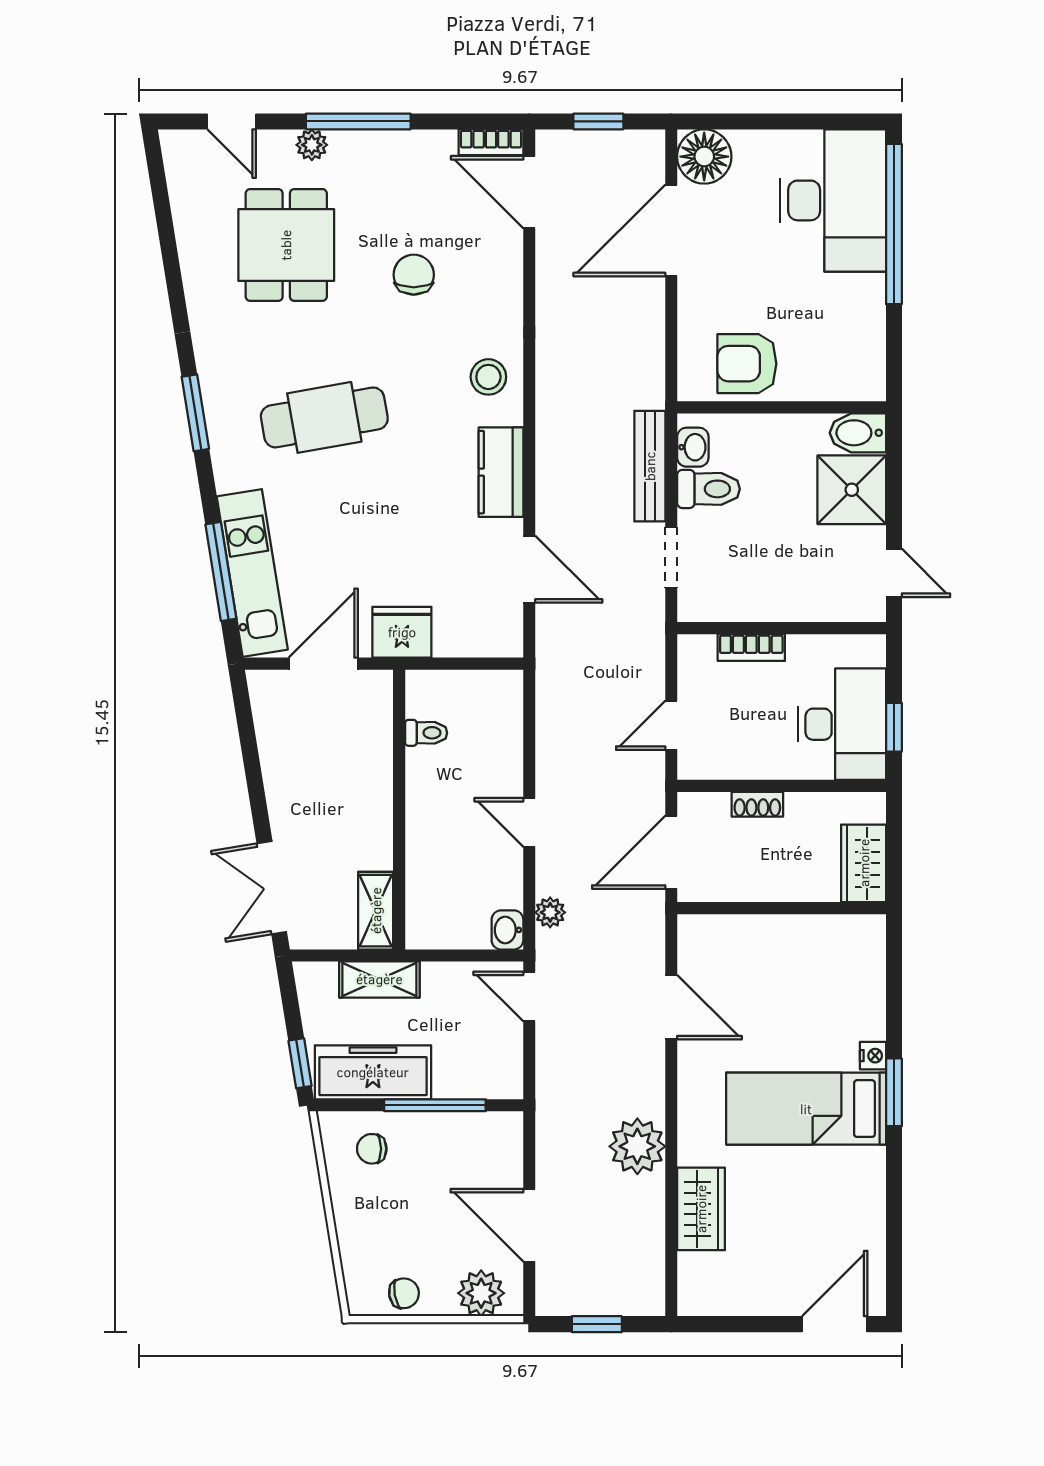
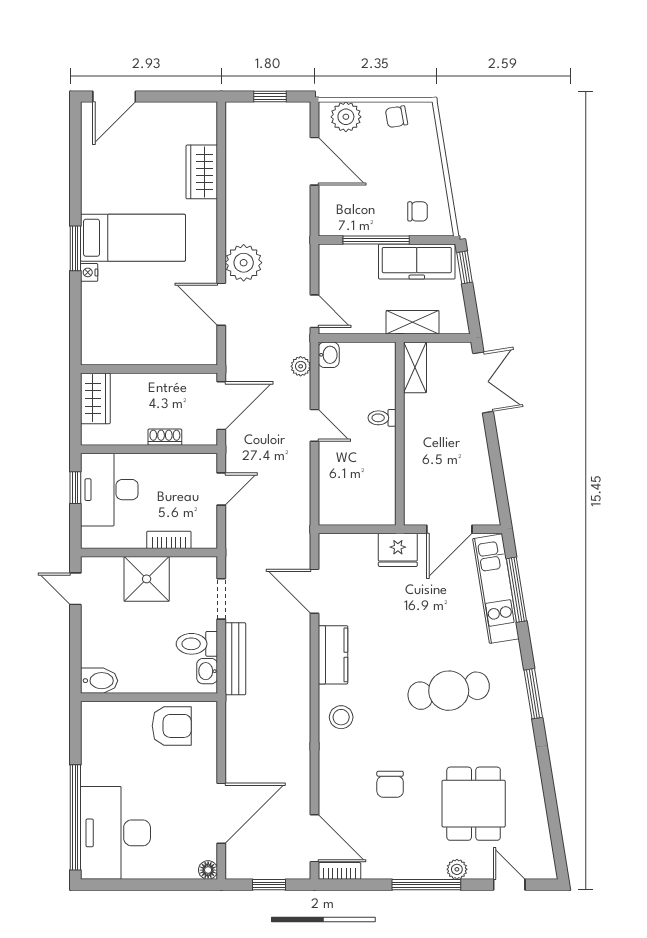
floor lamp: (704, 157) -> (208, 870), width x0.53, depth x0.53
shower: (852, 490) -> (147, 579), moved
toilet: (426, 733) -> (382, 418), moved
plant: (637, 1146) -> (244, 263), moved

